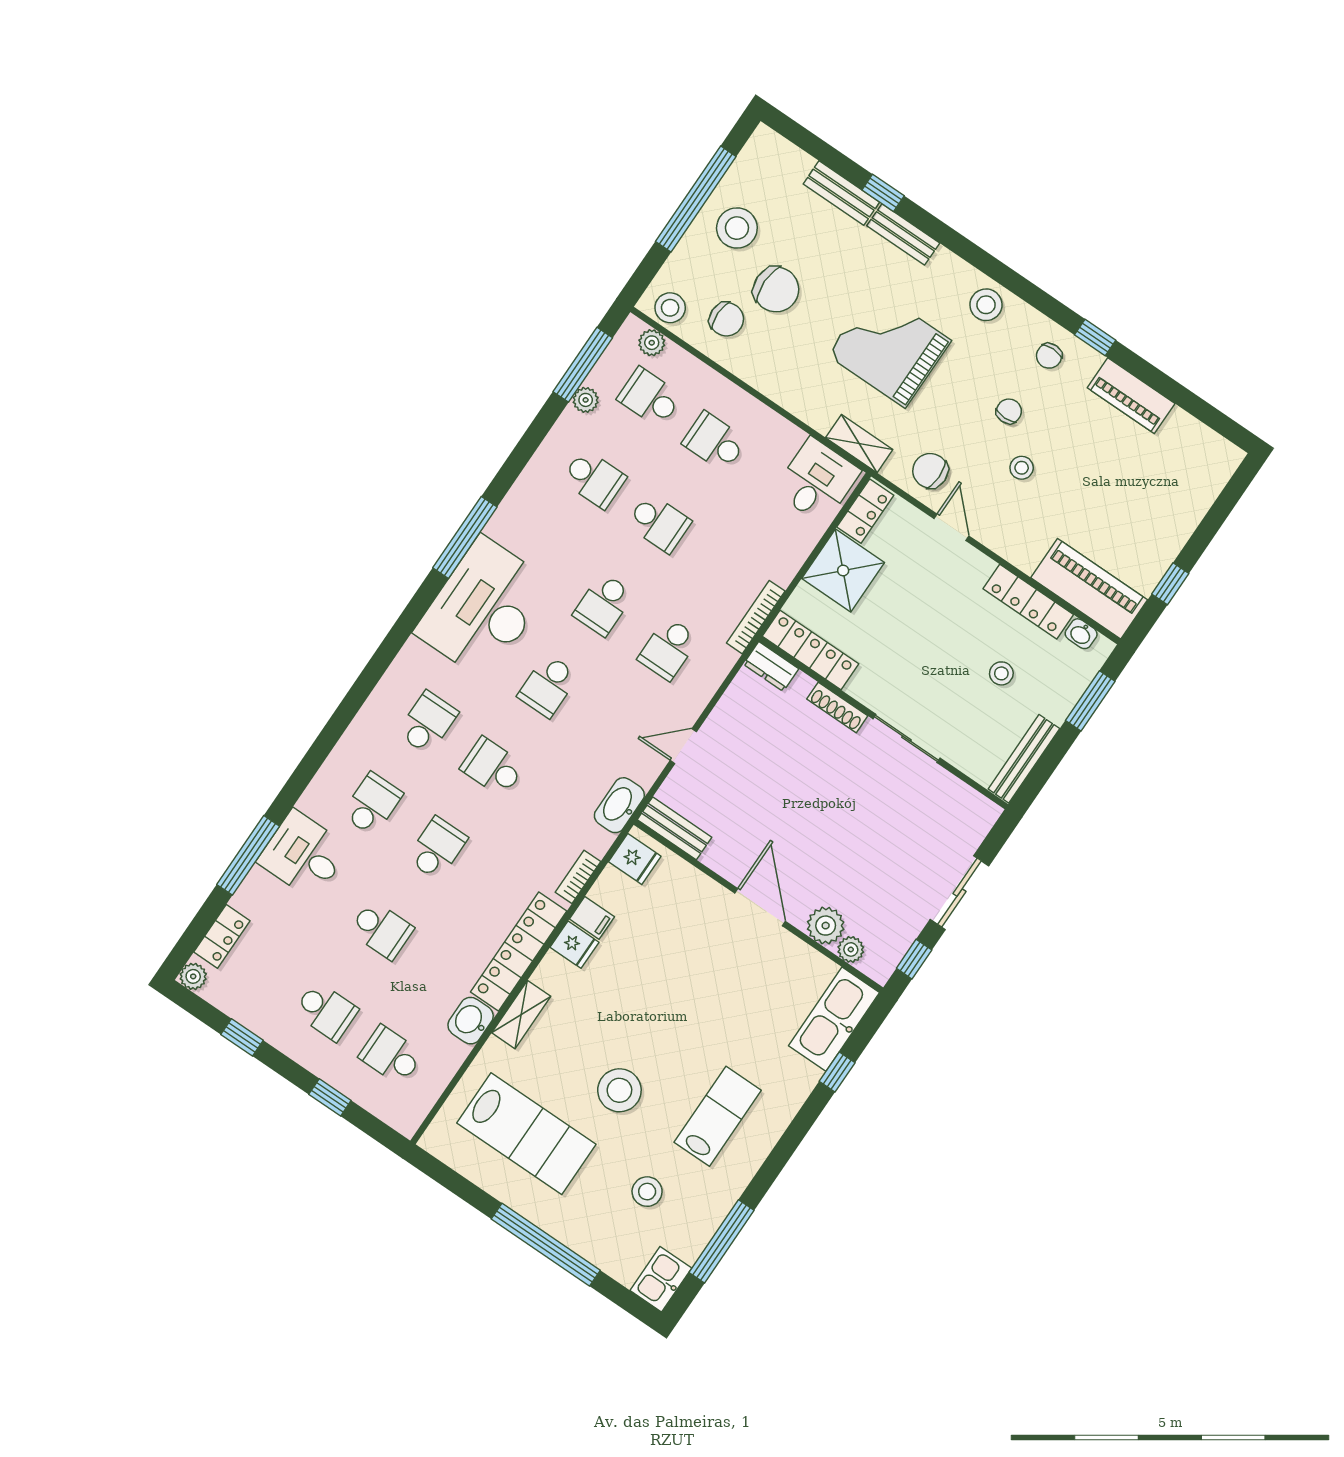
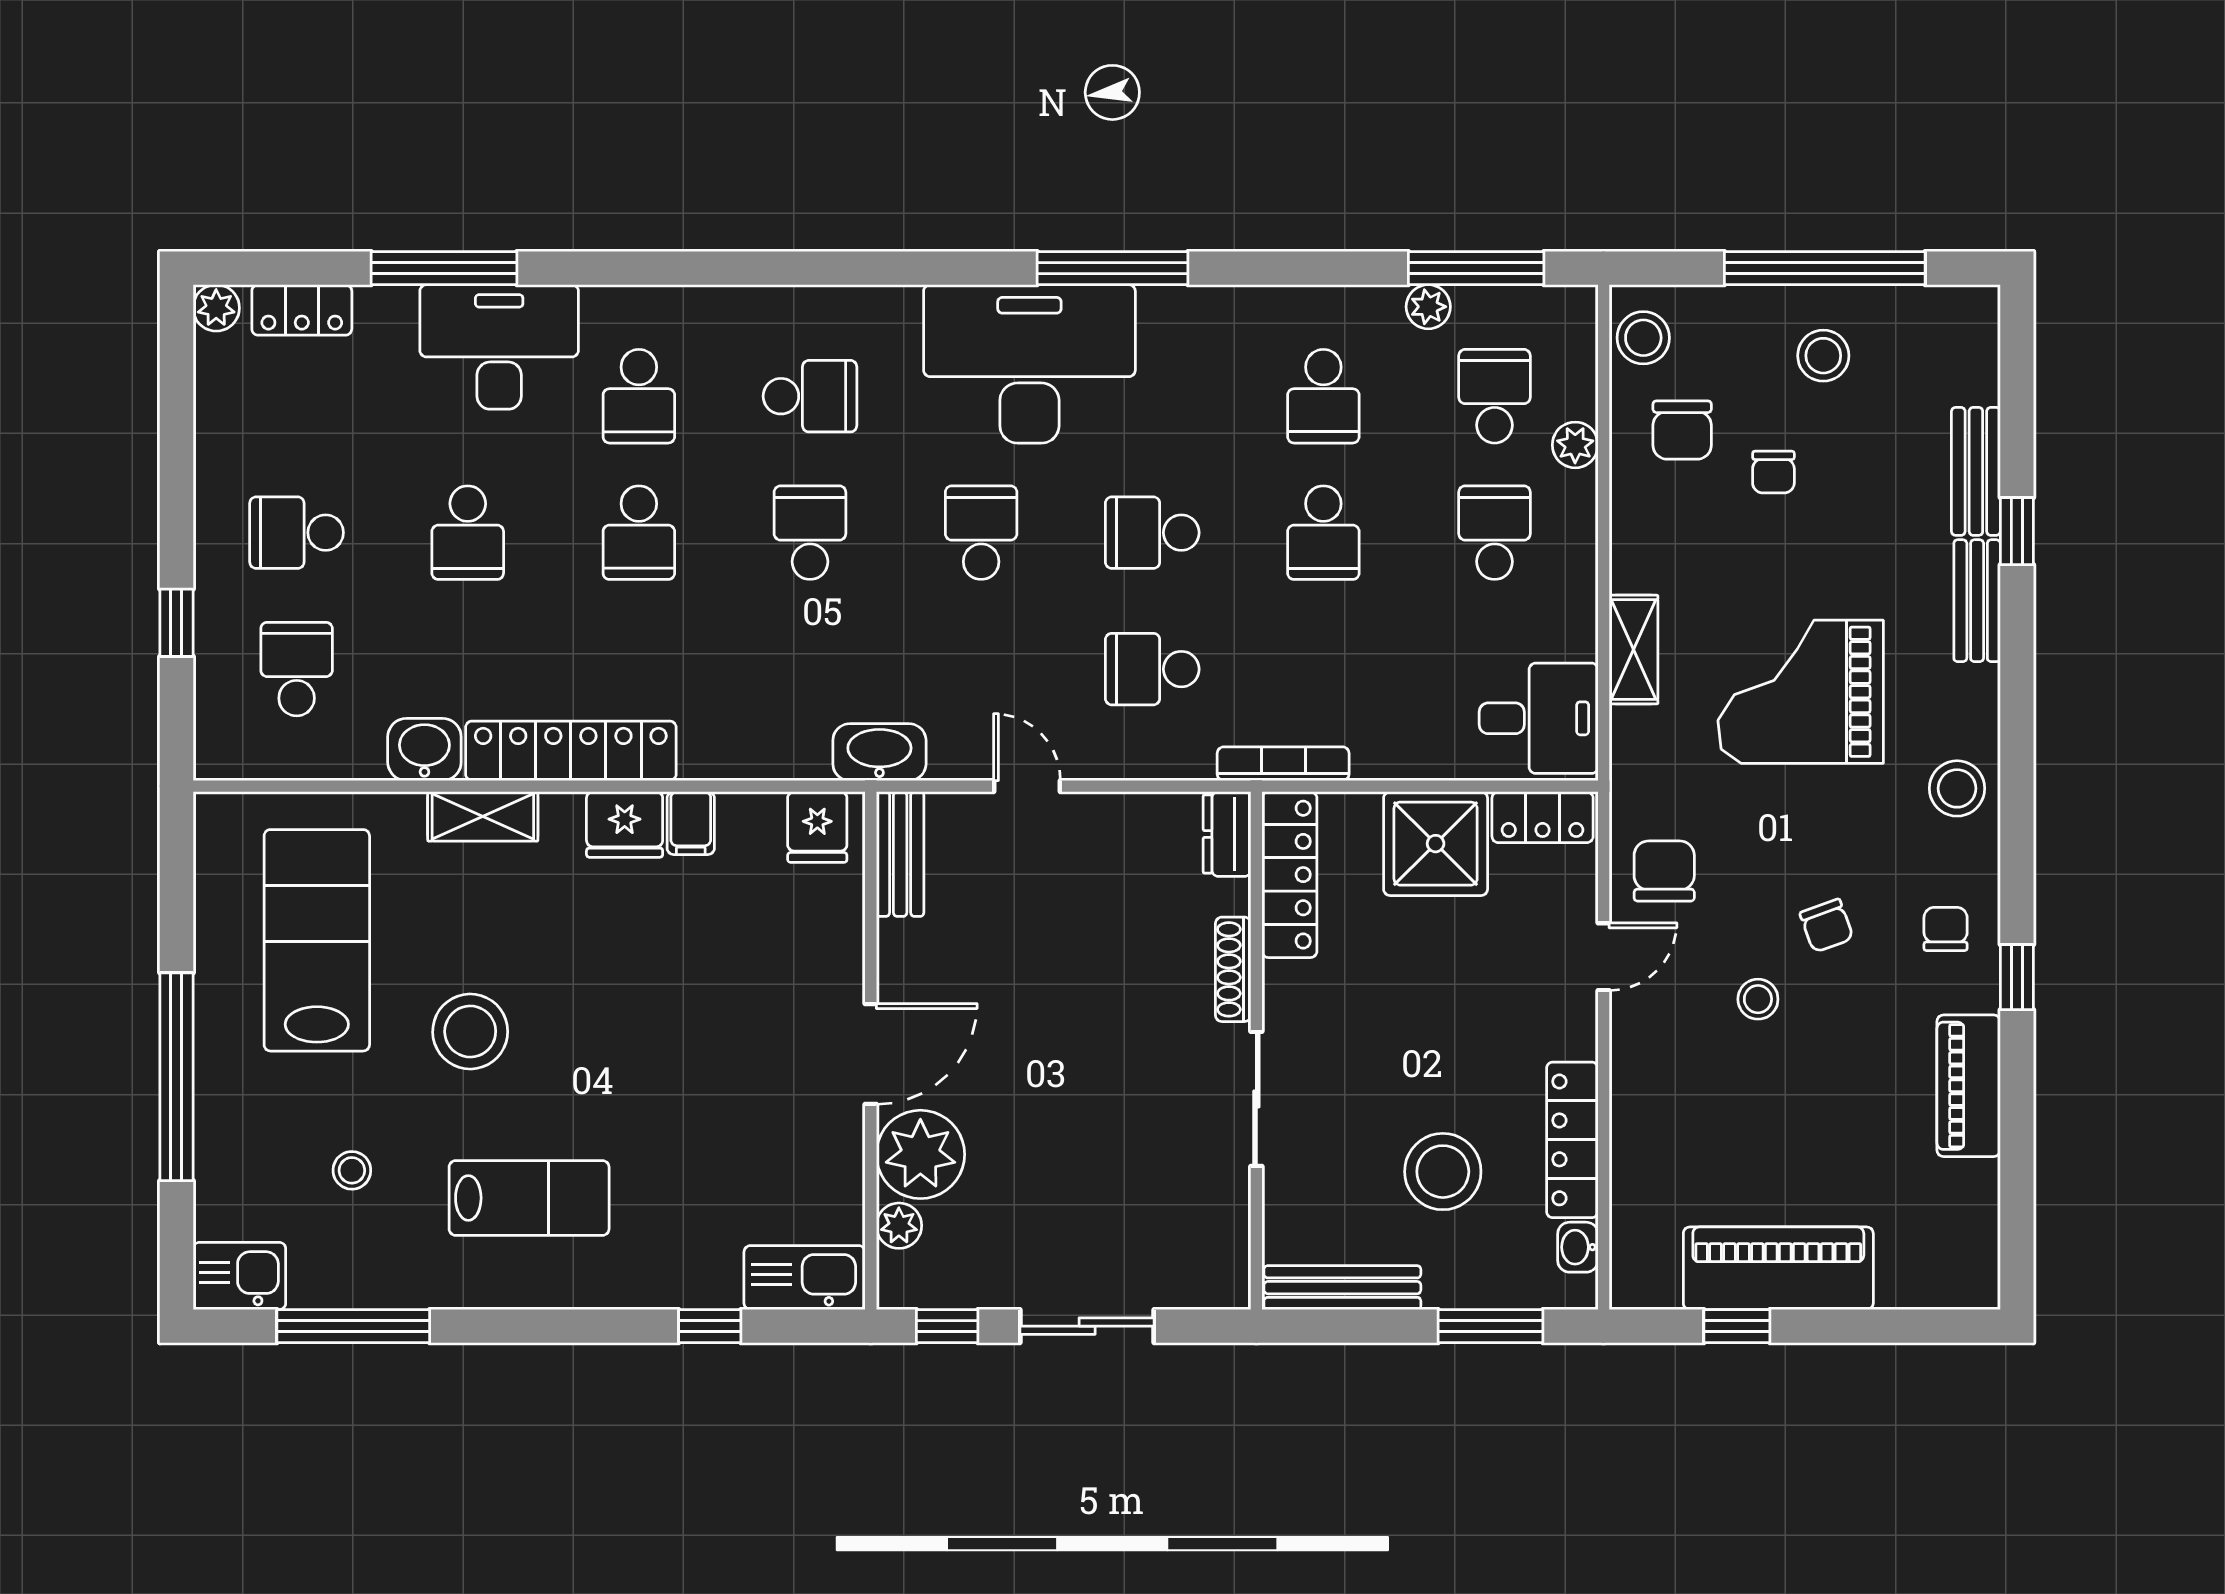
stool: (737, 228) -> (1823, 356), width x0.73, depth x0.73
chair: (776, 289) -> (1773, 472), width x0.54, depth x0.54
plant: (652, 343) -> (1575, 445), moved
grand piano: (889, 348) -> (1801, 692), turned -90
chair: (1049, 356) -> (1946, 929), turned 90
chair: (1009, 411) -> (1827, 926), turned 70
shelving: (859, 444) -> (1634, 650), moved
piano: (1089, 589) -> (1778, 1268), moved, turned -90
stool: (1001, 673) -> (1443, 1172), width x1.89, depth x1.89
school desk: (548, 686) -> (981, 533), turned 90
school desk: (372, 804) -> (639, 396), turned 90
school desk: (437, 848) -> (639, 533), turned 90
desk: (303, 855) -> (499, 347), width x1.37
bookcase: (578, 877) -> (736, 763), removed
plant: (826, 926) -> (920, 1154), width x1.36, depth x1.36
fridge: (575, 945) -> (625, 824), width x1.38
school desk: (326, 1011) -> (297, 533), turned 90
kitchen sink: (834, 1019) -> (805, 1278), width x0.73, depth x0.81
window: (242, 1037) -> (176, 438), removed
lab bench: (526, 1134) -> (317, 940), turned 180
stool: (647, 1192) -> (352, 1170), width x0.73, depth x0.73

